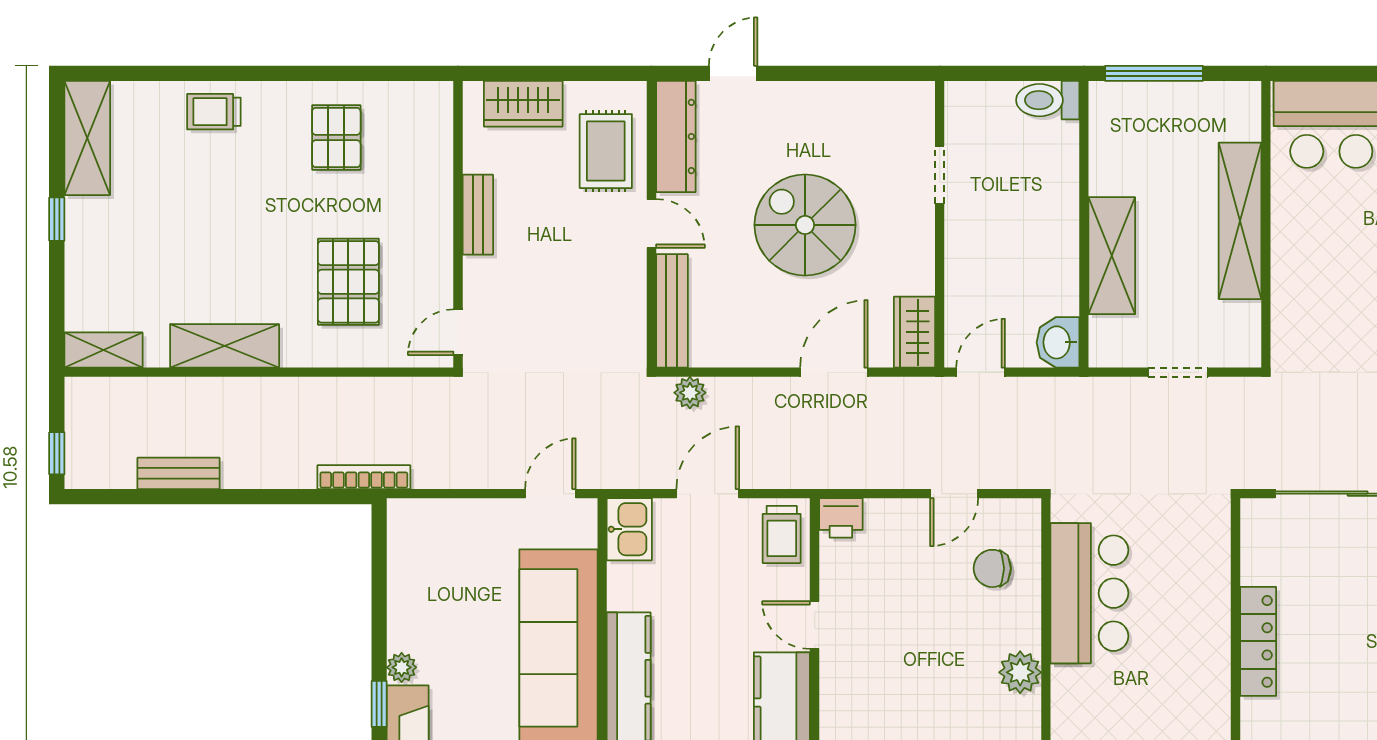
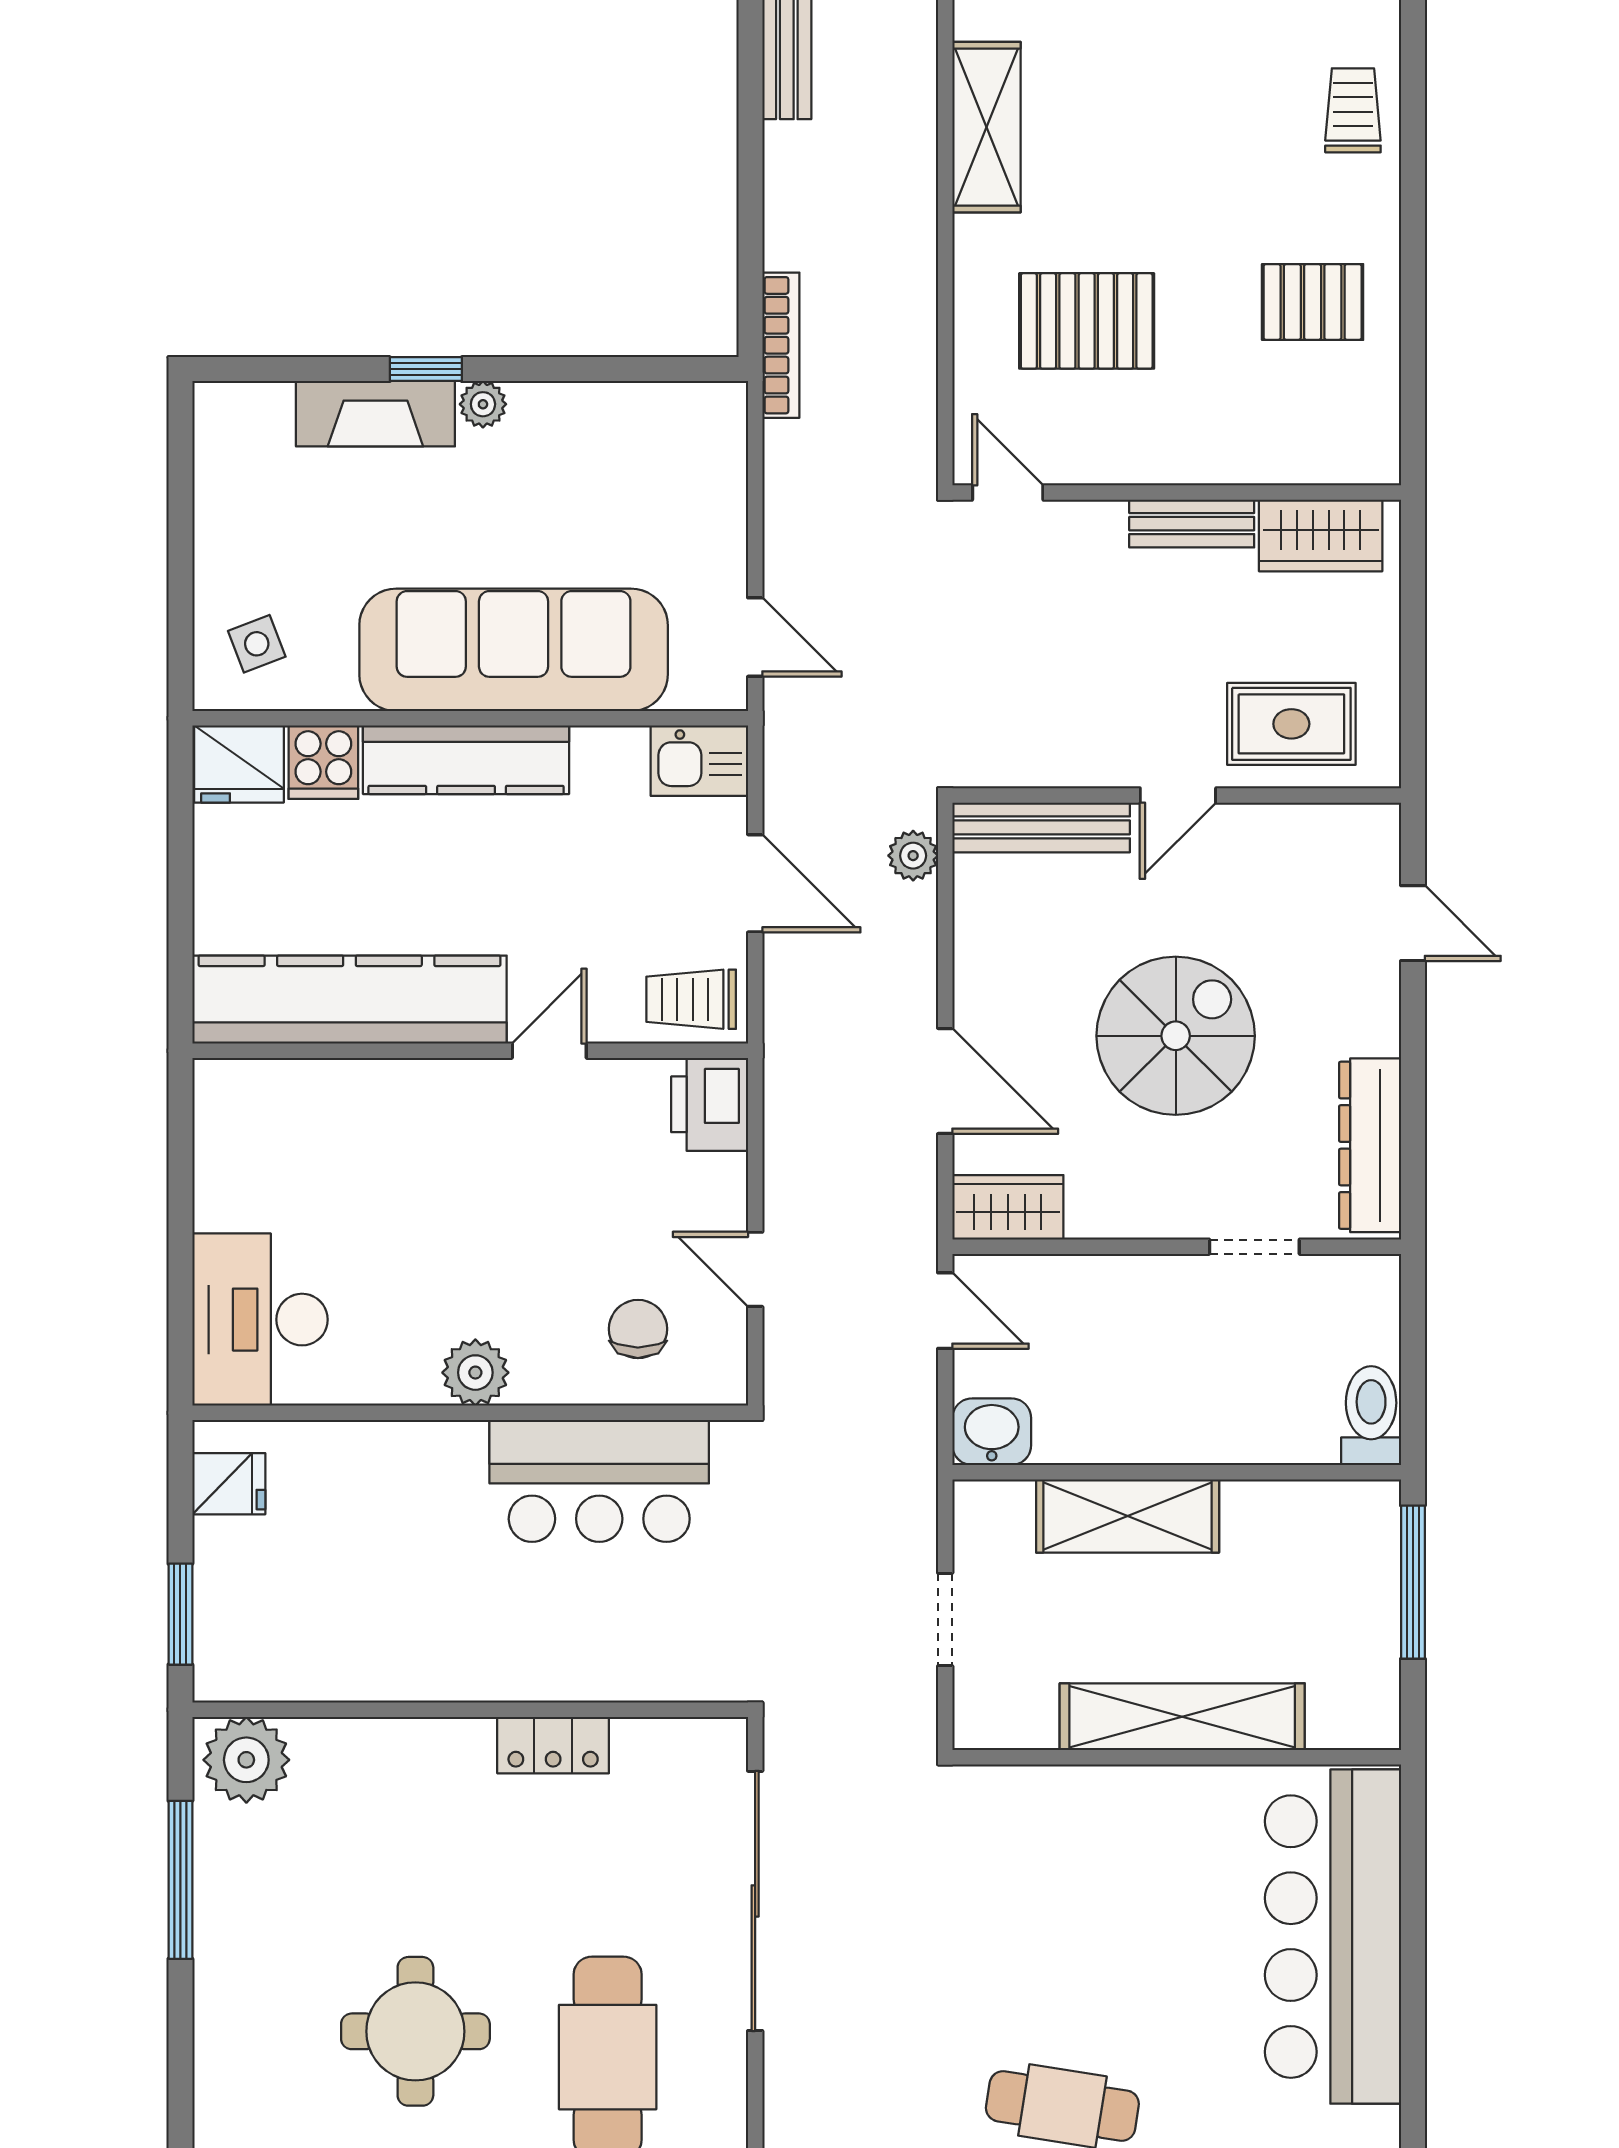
wardrobe: (523, 104) -> (1321, 535), moved, turned -90
dresser: (676, 136) -> (1370, 1145), moved, turned 90
printer: (841, 518) -> (710, 1104), width x1.36, depth x1.24
locker: (1258, 641) -> (553, 1745), width x0.66

